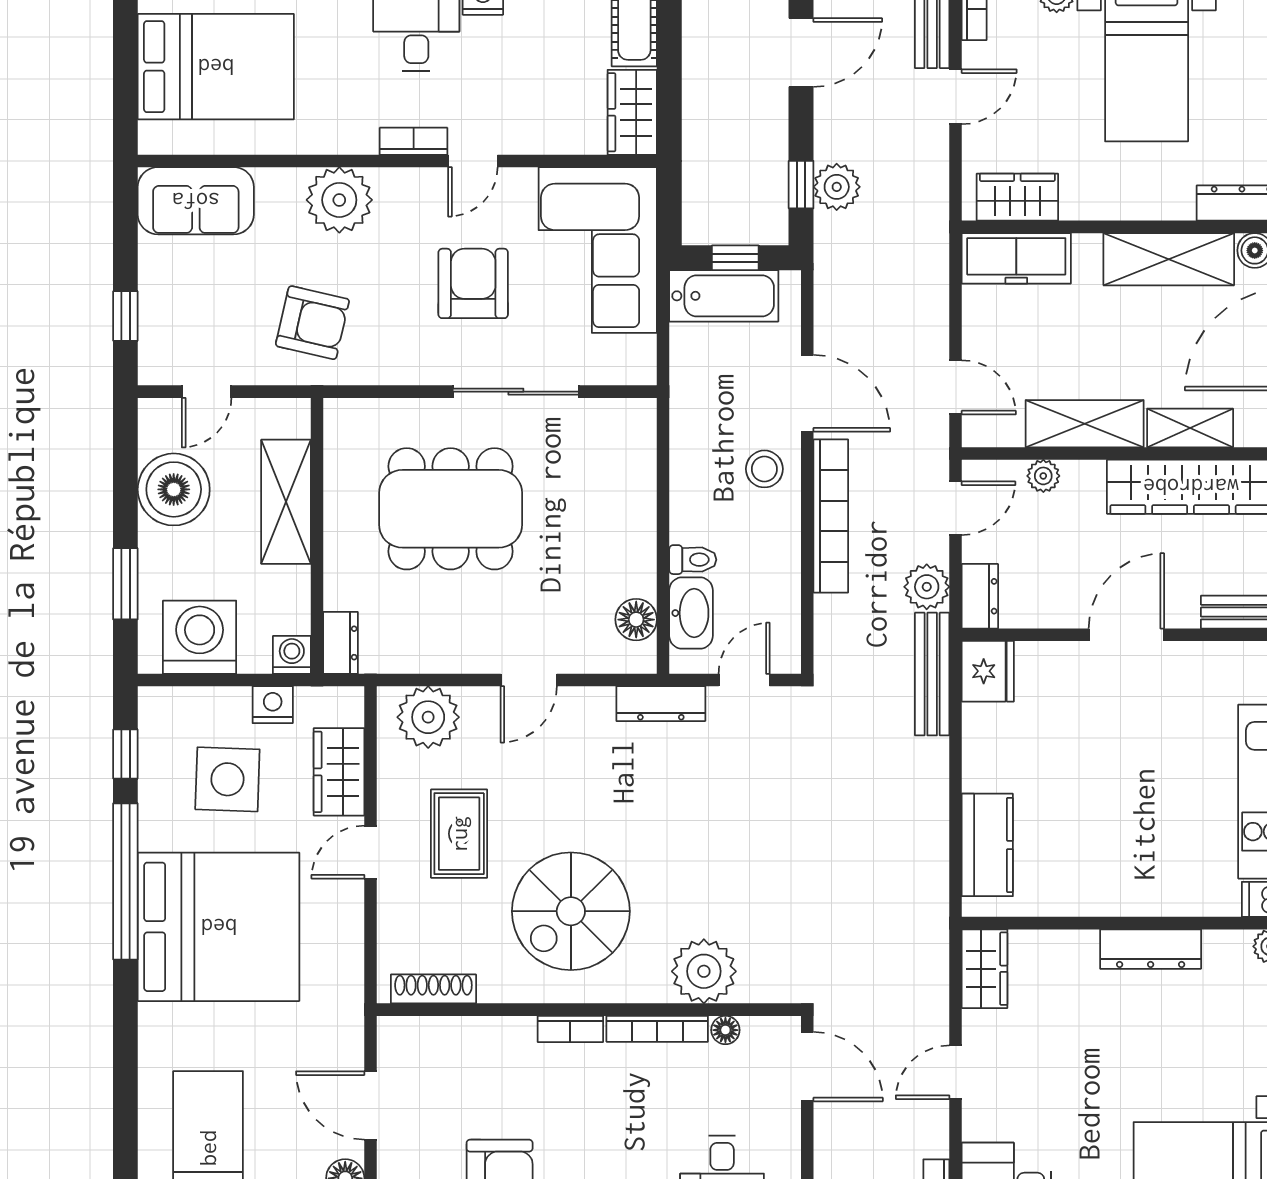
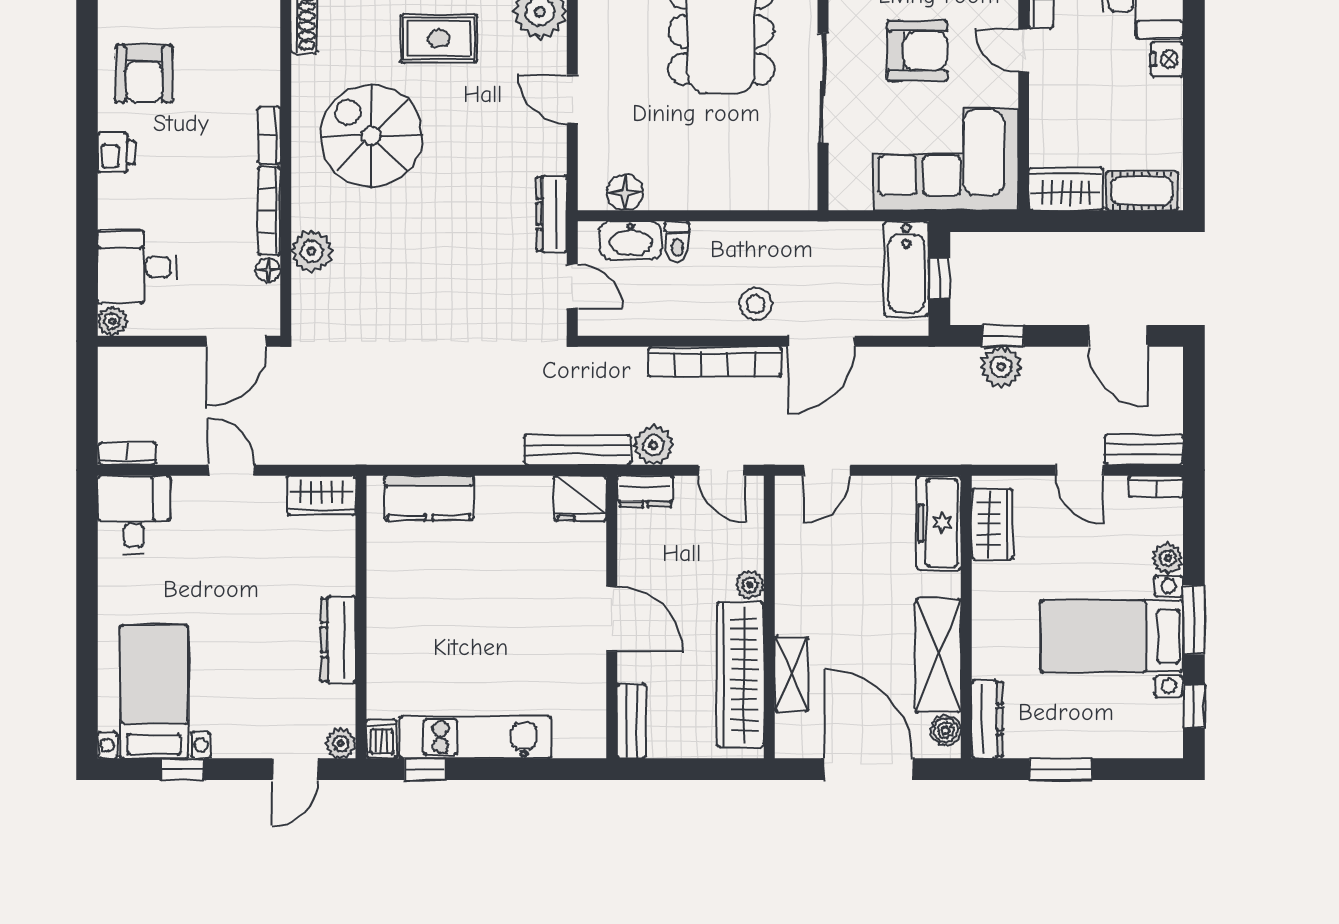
shelving: (1085, 424) -> (795, 582), removed
plant: (1043, 476) -> (750, 585), moved
plant: (704, 971) -> (312, 251), width x0.73, depth x0.73

